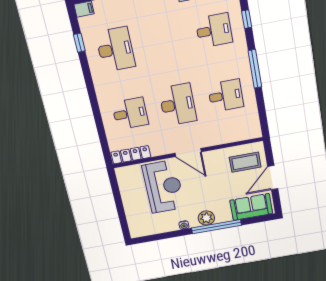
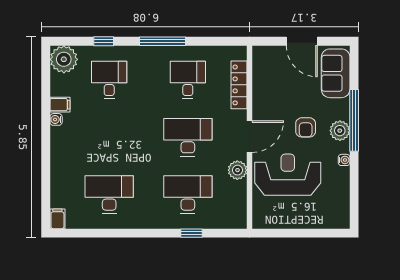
window: (79, 43) -> (191, 233), moved
desk: (130, 113) -> (188, 194), width x1.37
plant: (159, 148) -> (237, 170), added
locker: (131, 155) -> (239, 85), moved
coffee table: (245, 162) -> (275, 71), removed
armchair: (204, 193) -> (306, 127), added

